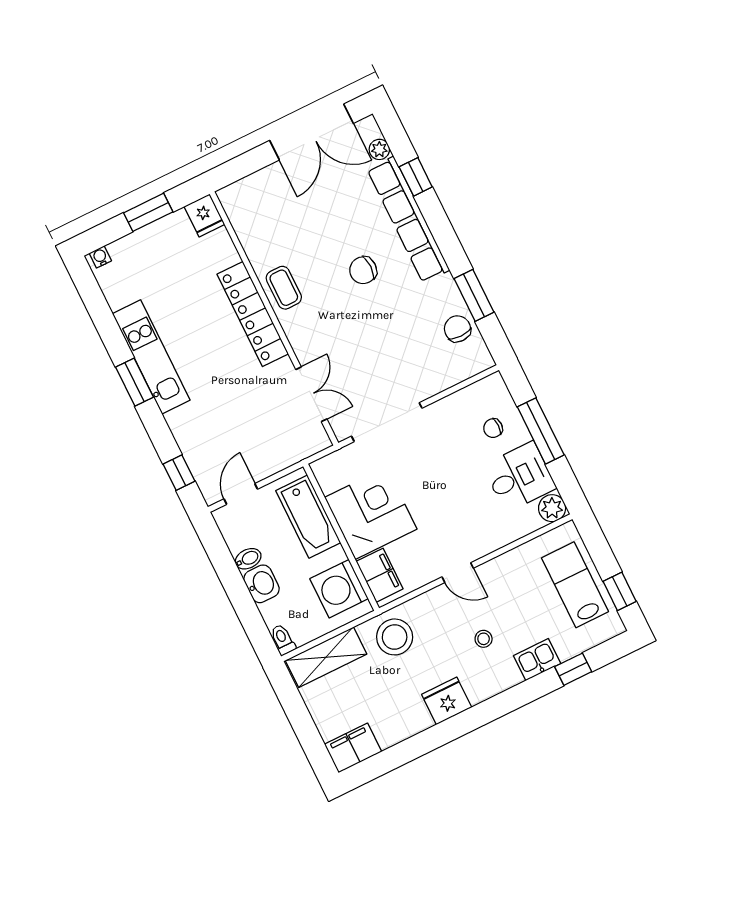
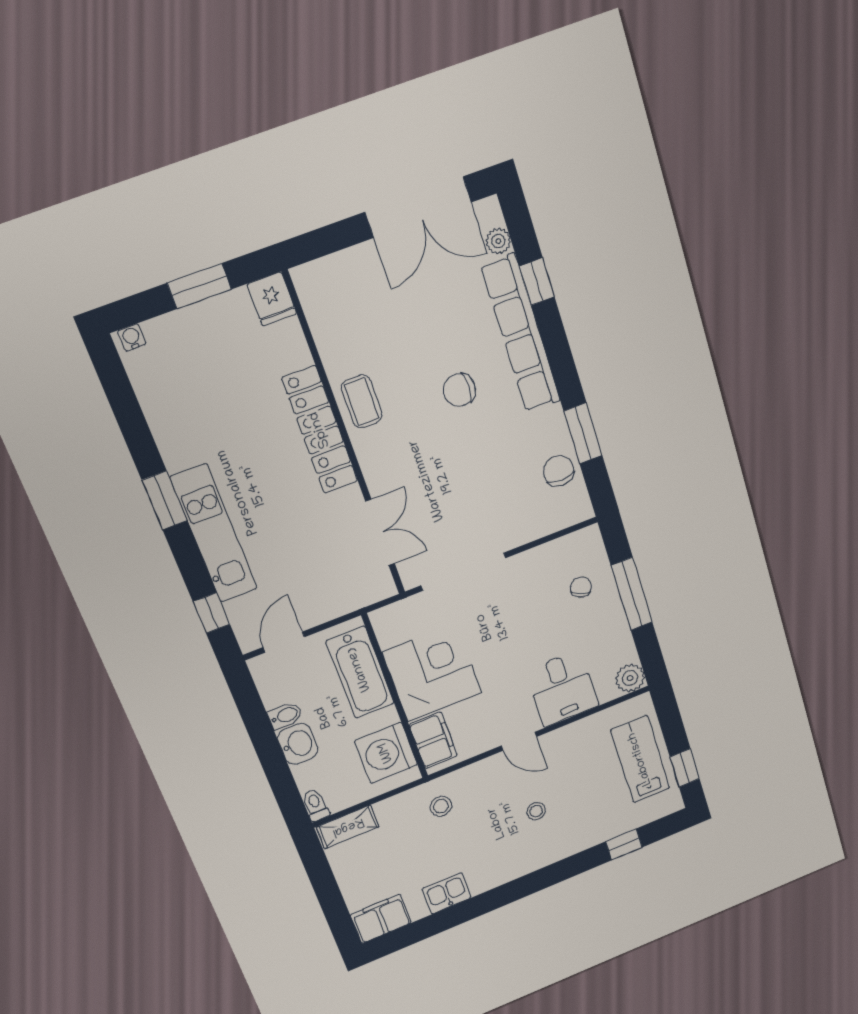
kitchen unit: (151, 357) -> (214, 534), moved
chair: (493, 428) -> (581, 587), turned 113
desk: (519, 477) -> (562, 688), moved, turned 90
stool: (395, 637) -> (441, 806), width x0.53, depth x0.53
shelving: (326, 657) -> (348, 827), width x0.67, depth x0.75
kitchen sink: (537, 660) -> (447, 893), moved
fridge: (447, 701) -> (488, 873), removed

